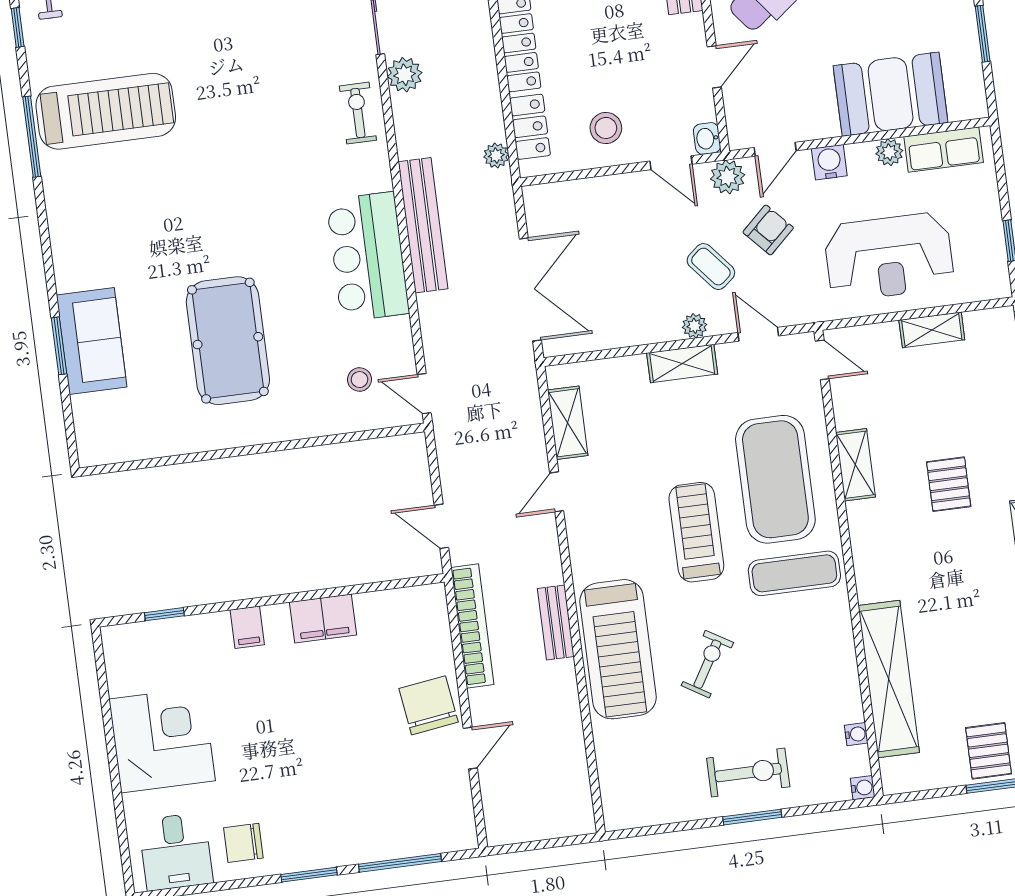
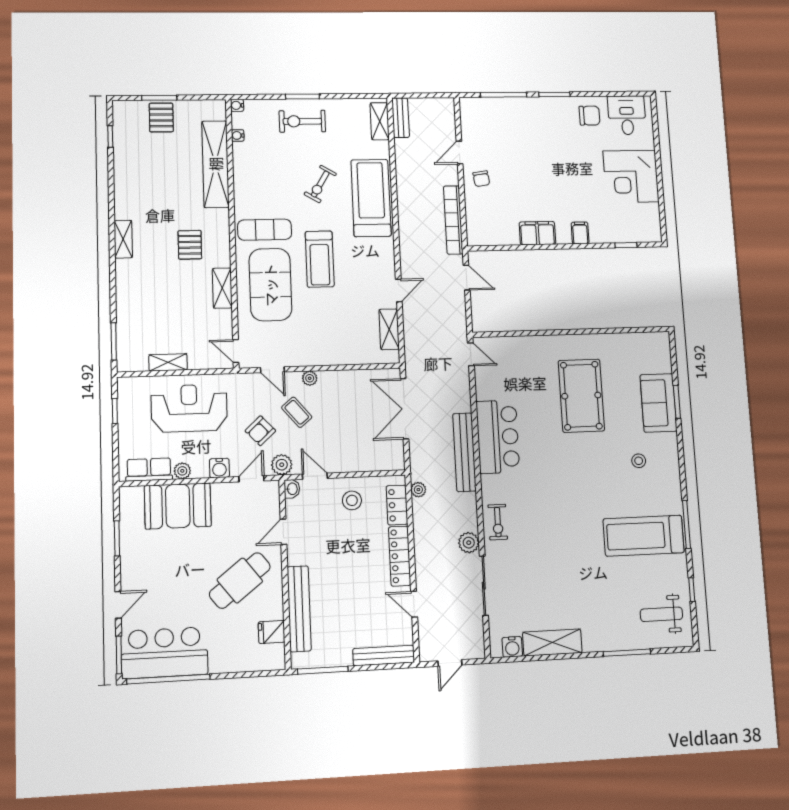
shelving: (682, 363) -> (380, 121), moved, turned 90
stool: (359, 380) -> (639, 461), moved
pallet: (949, 484) -> (190, 245), moved
bench: (556, 623) -> (401, 118), moved
chair: (429, 705) -> (481, 179), width x0.54, depth x0.54

